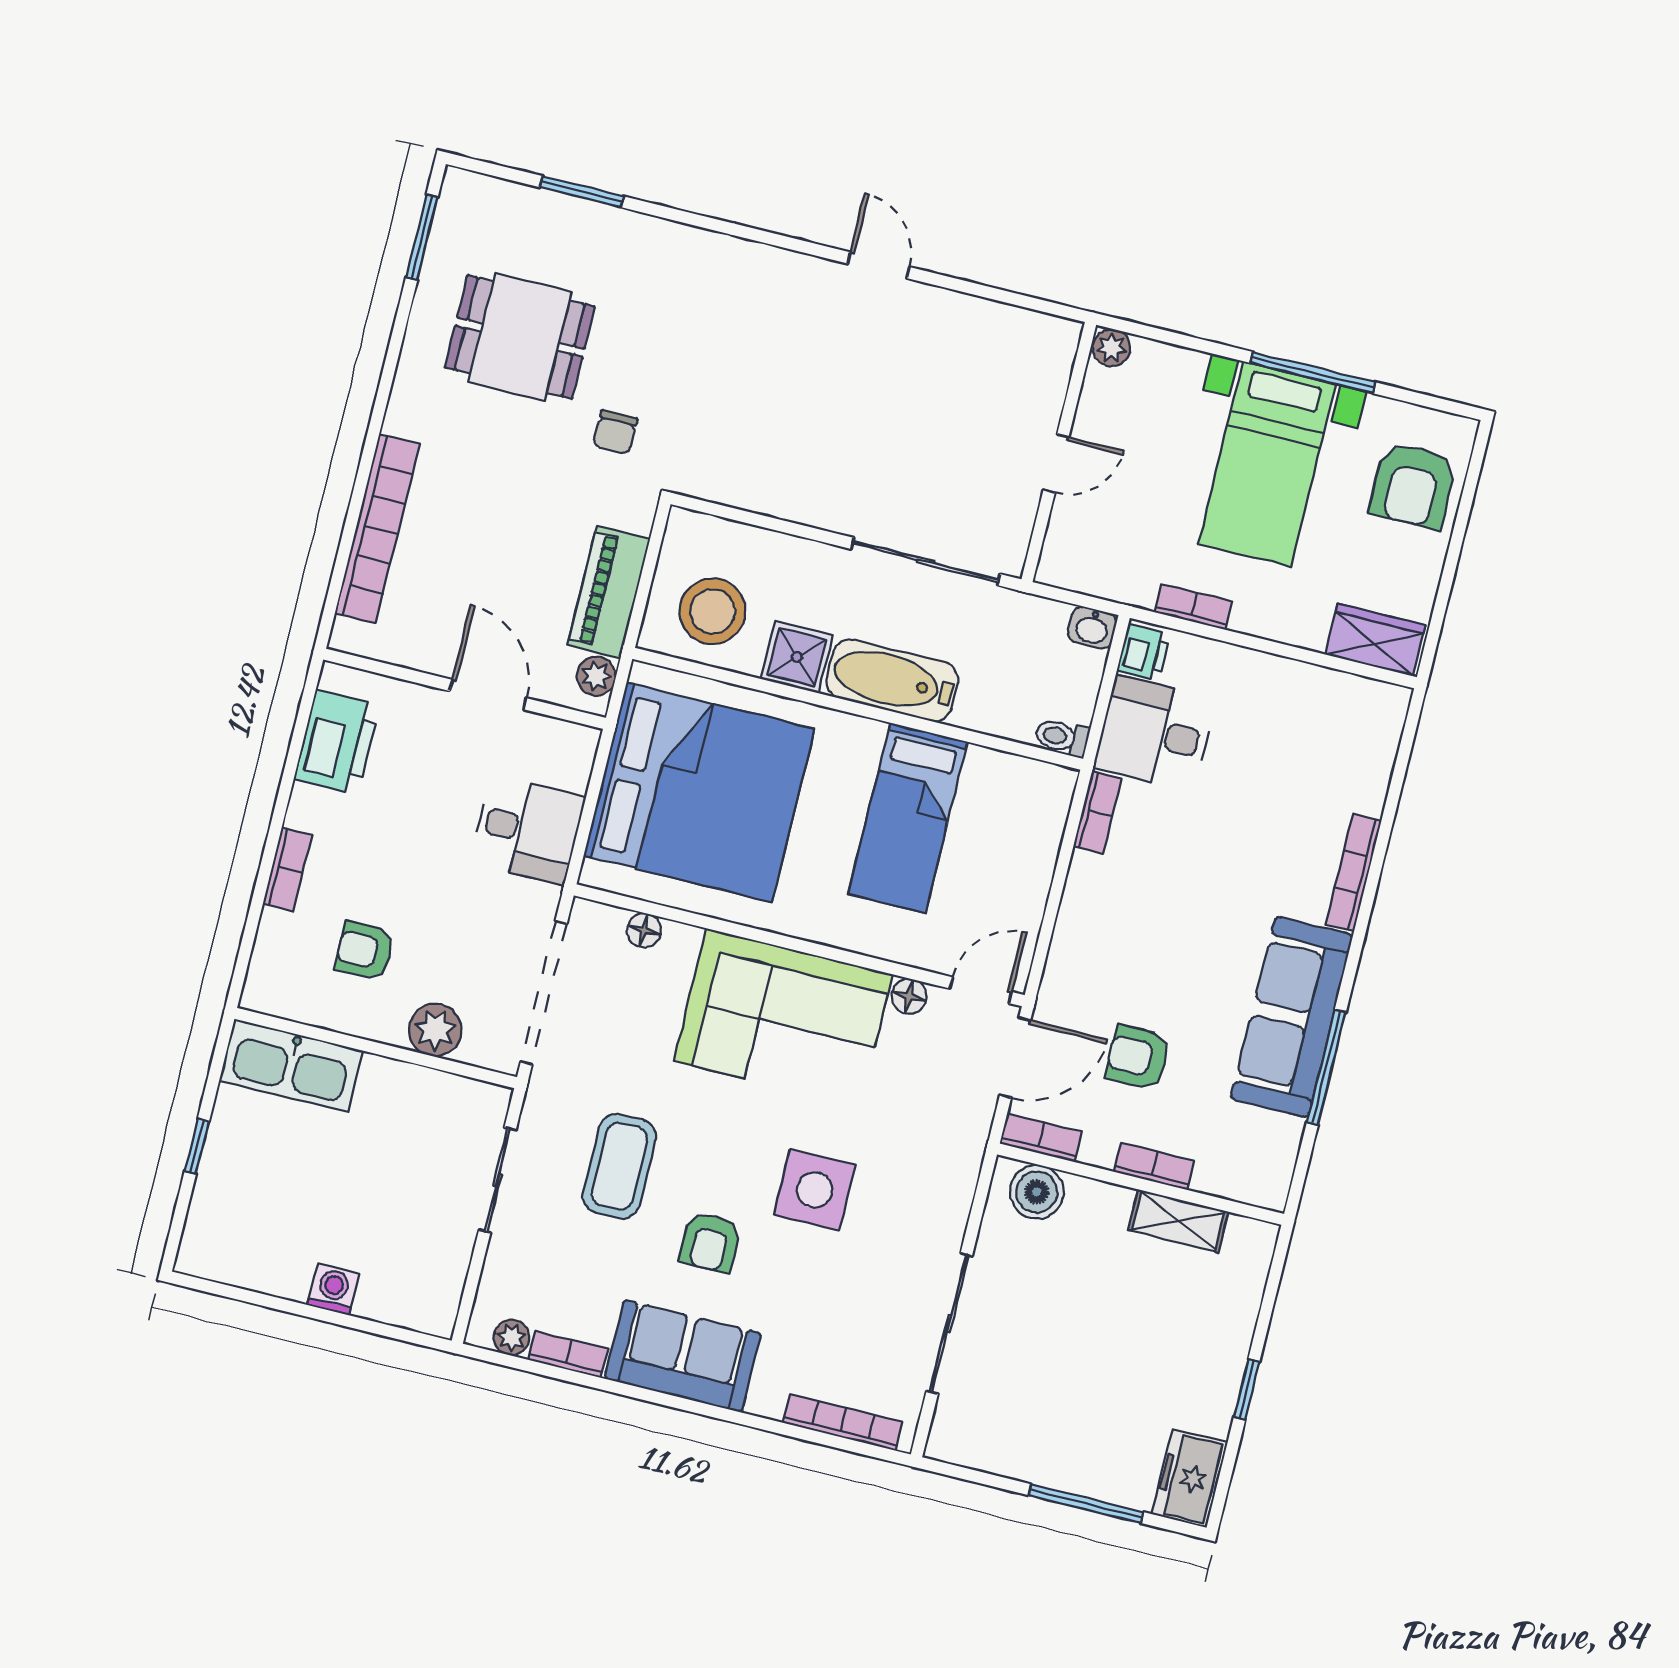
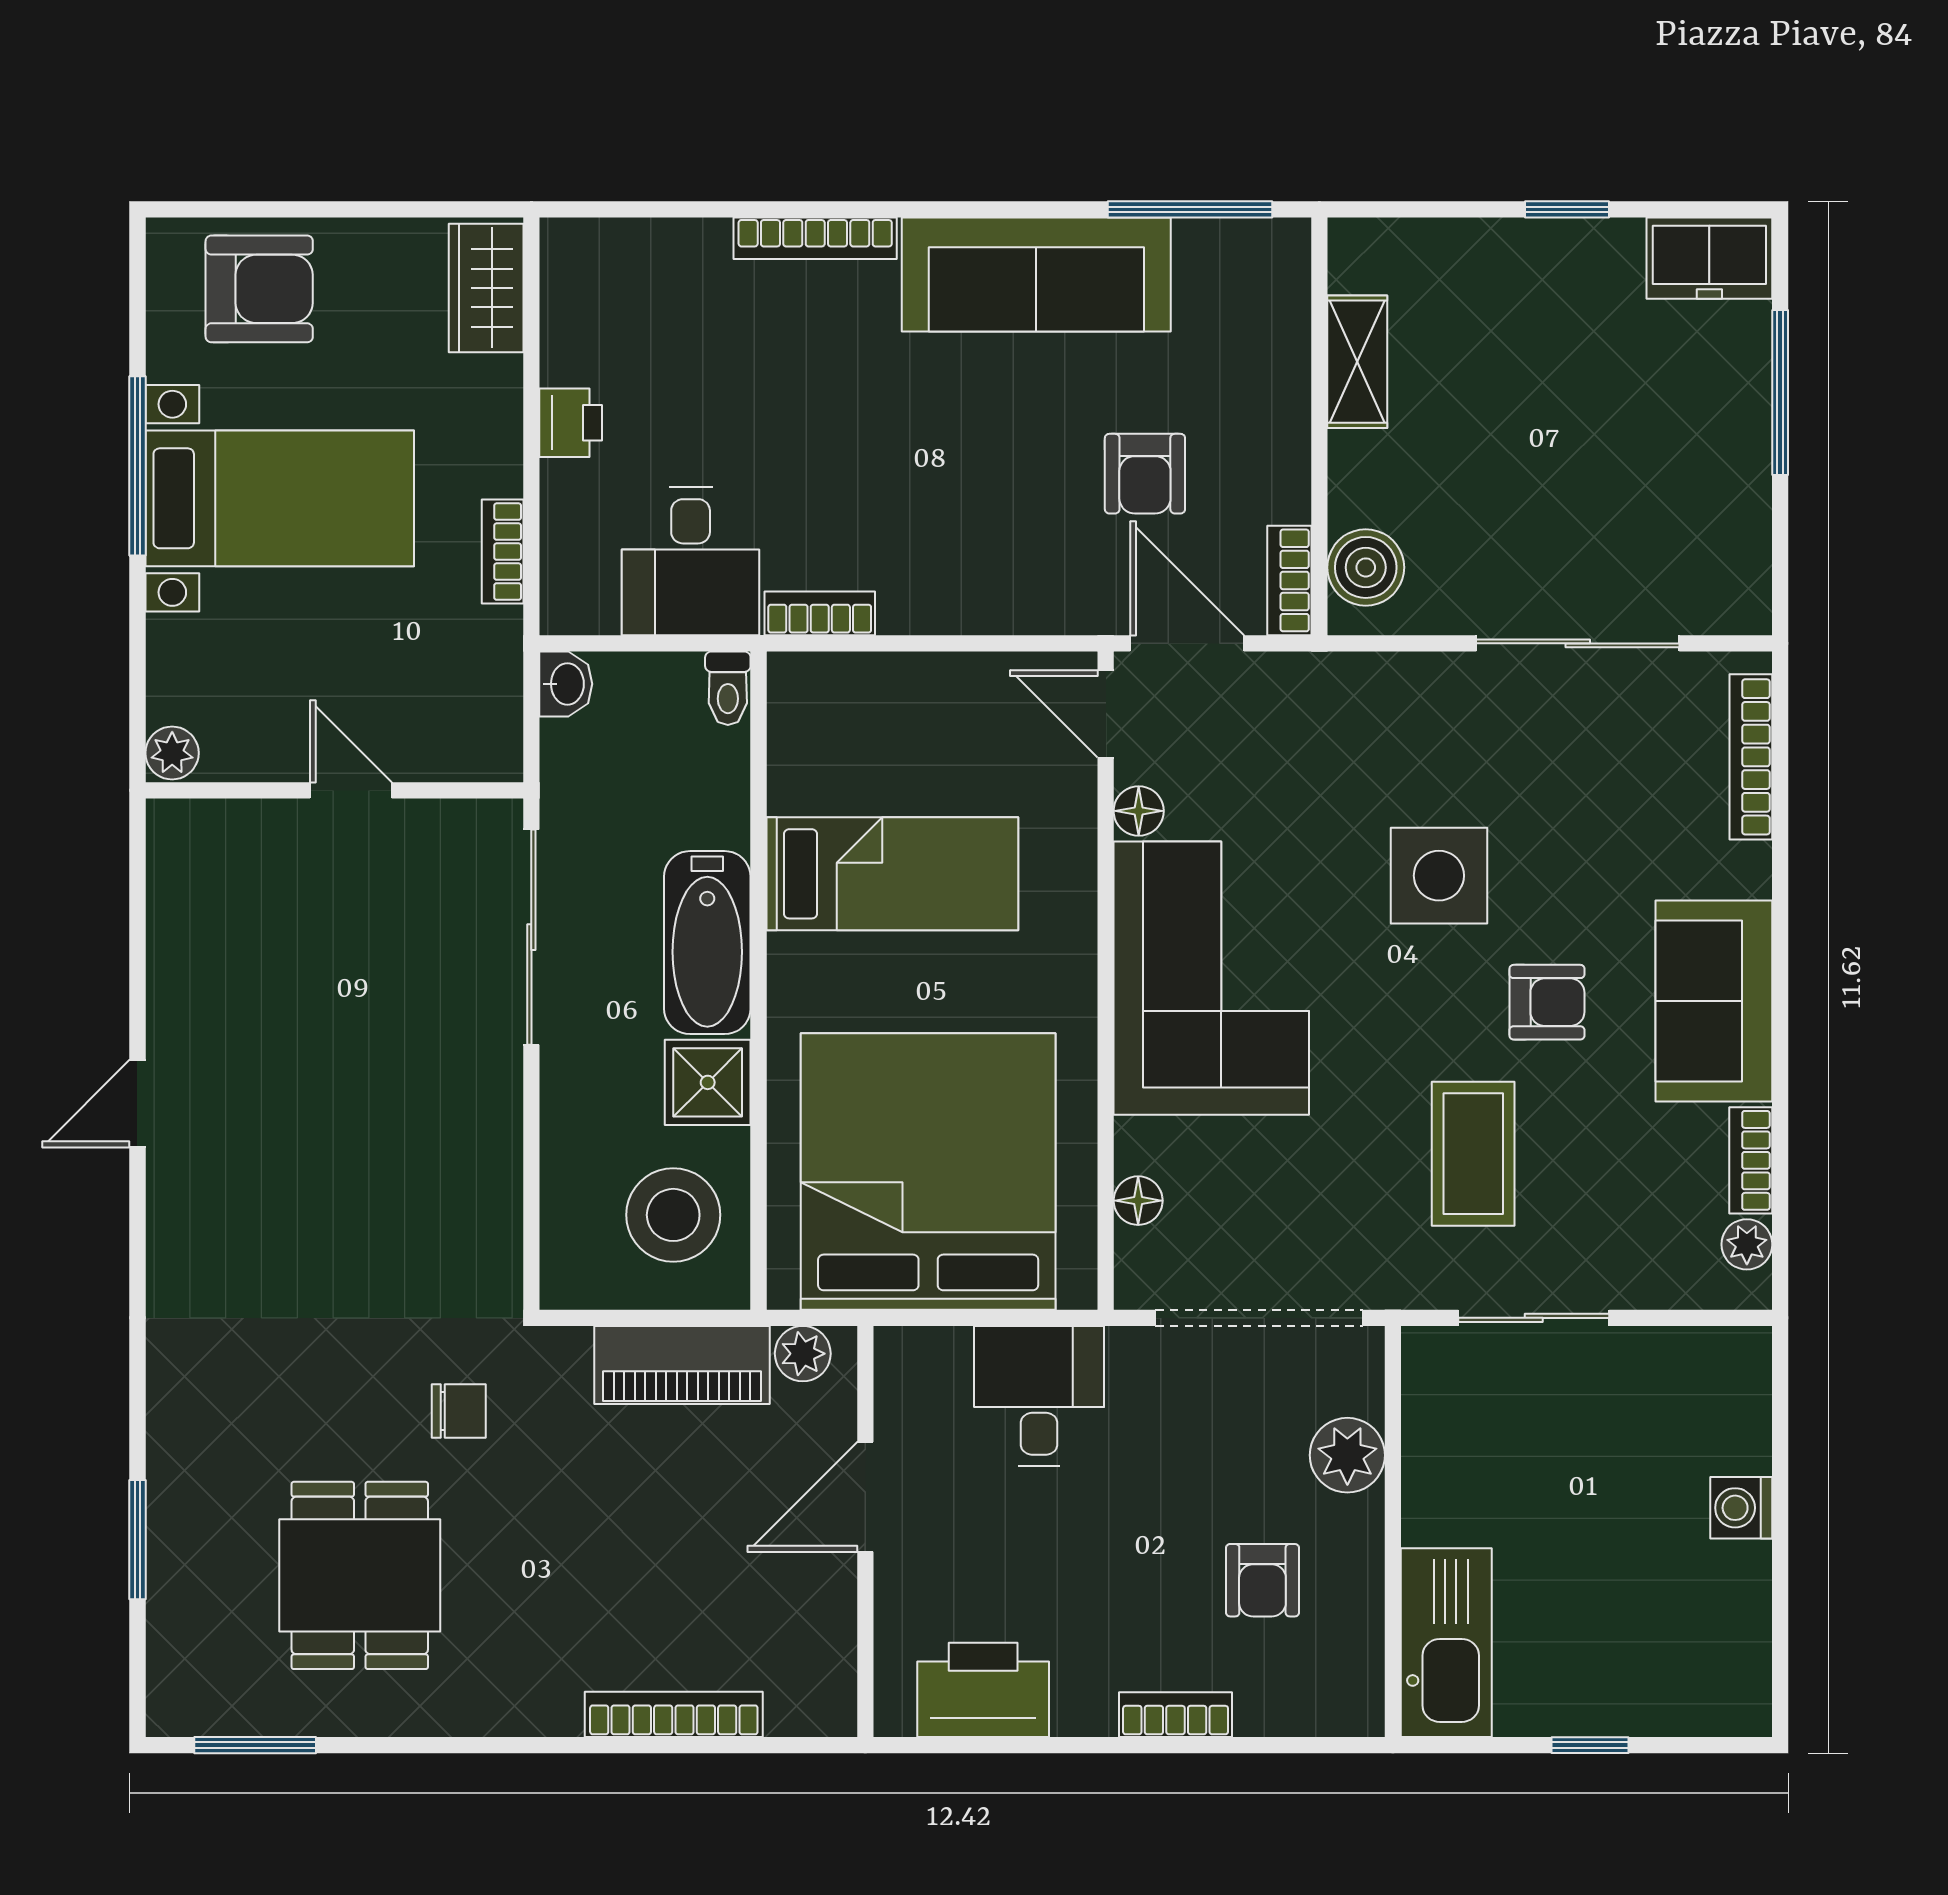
bookcase: (377, 529) -> (674, 1714), width x0.68, depth x0.76
printer: (1144, 652) -> (571, 423), moved, turned 90
window: (1326, 1067) -> (1190, 209), moved
coffee table: (619, 1166) -> (1473, 1154), turned 90
bookcase: (1154, 1166) -> (1290, 414), removed

